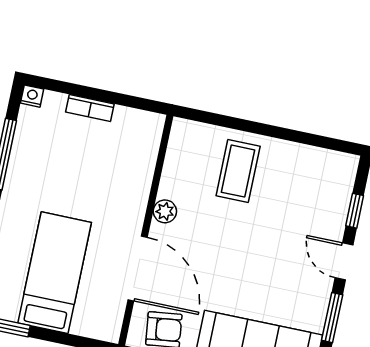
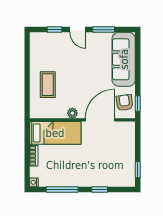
coffee table: (238, 171) -> (48, 85), turned 90
door: (344, 261) -> (78, 30), hinge flipped
bed: (55, 273) -> (55, 133), moved, turned 180

